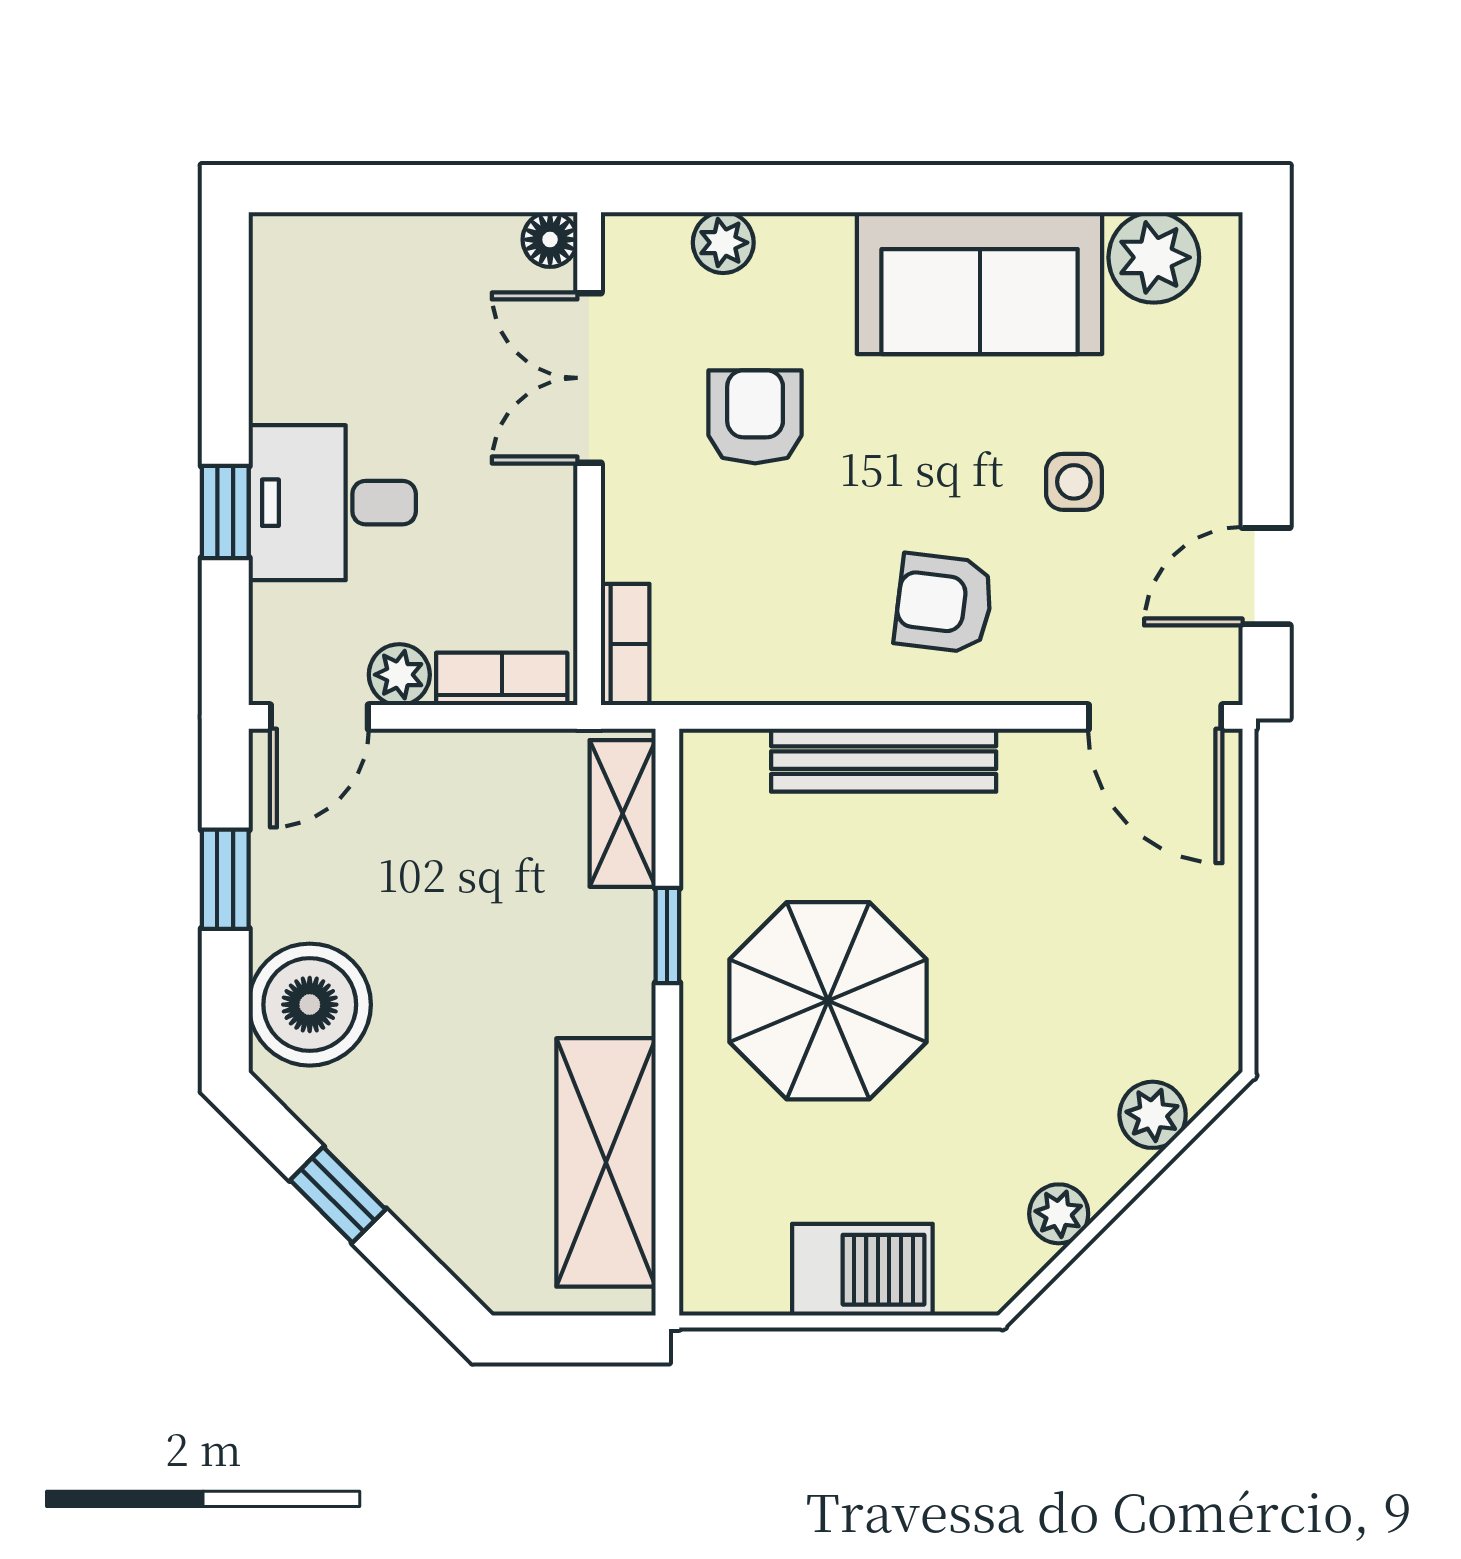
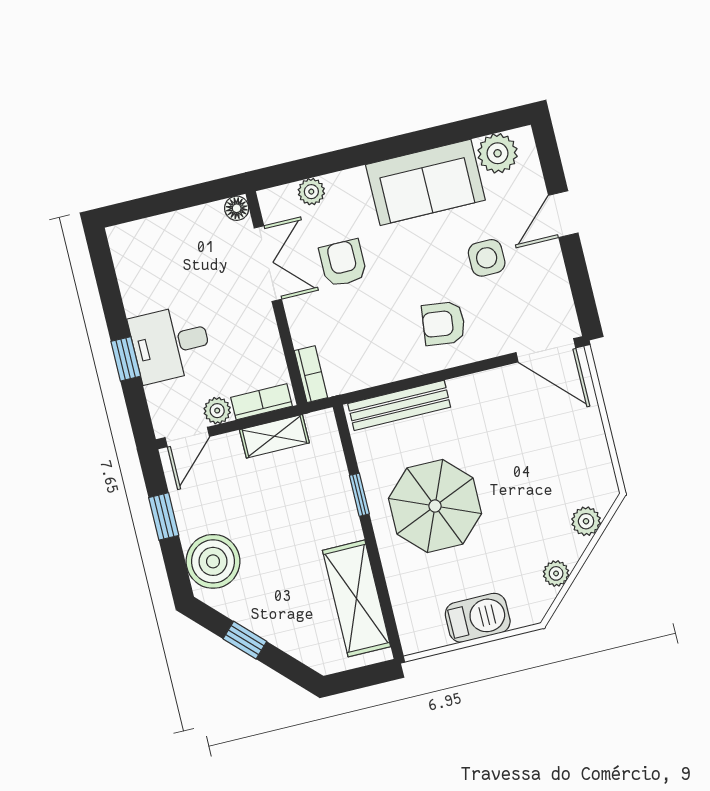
double door: (589, 378) -> (268, 264), swing flipped
side table: (1074, 482) -> (487, 258), width x1.37, depth x1.37
door: (1266, 576) -> (563, 214), moved
bench: (884, 760) -> (399, 405), moved
shelving: (623, 813) -> (274, 436), moved, turned 90

